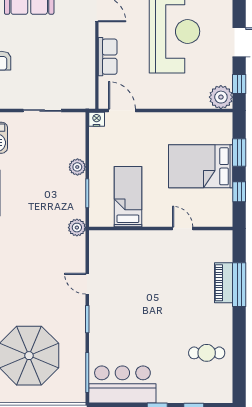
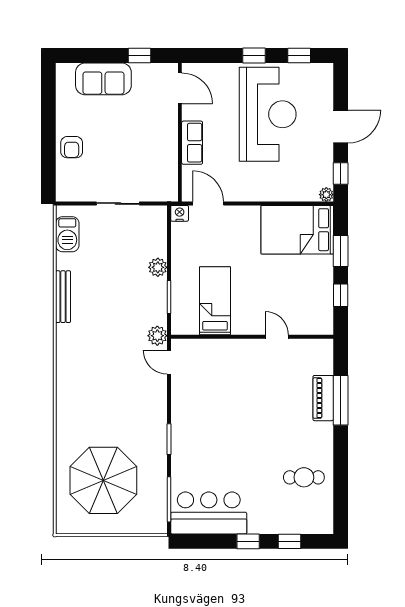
plant: (221, 97) -> (326, 195), width x0.53, depth x0.53
bed: (201, 166) -> (297, 230), moved
door: (87, 284) -> (169, 362), moved

